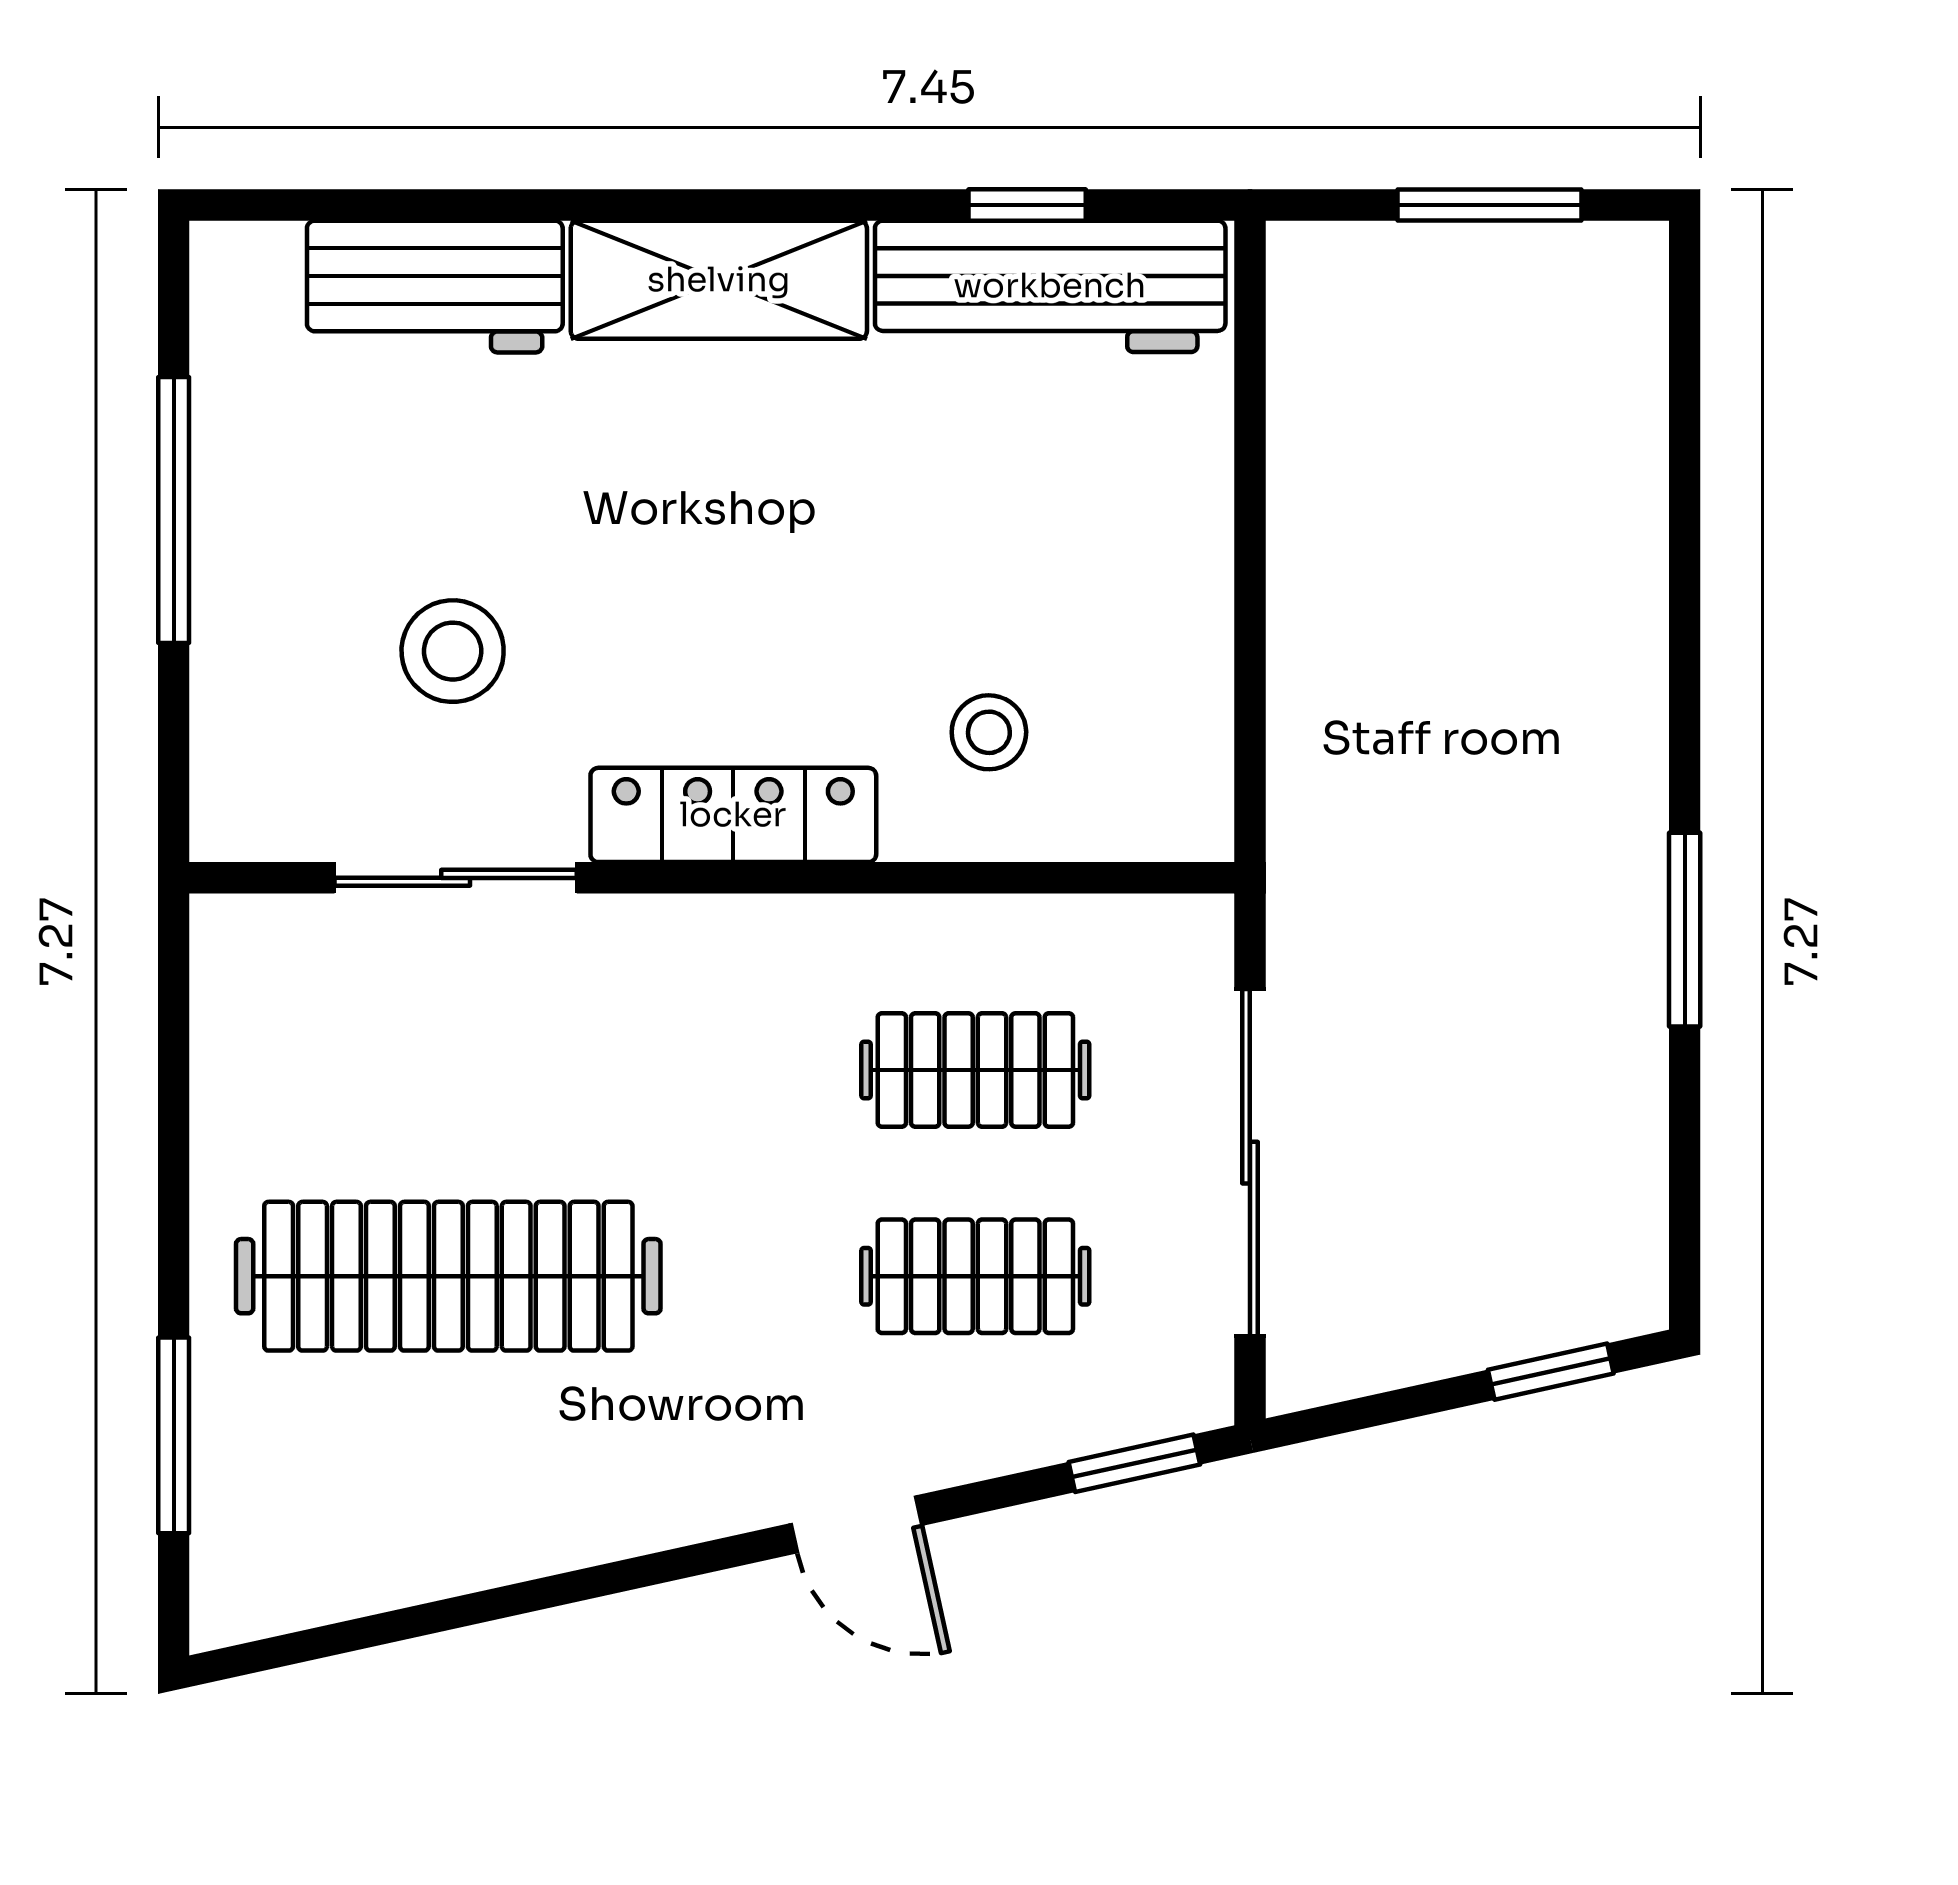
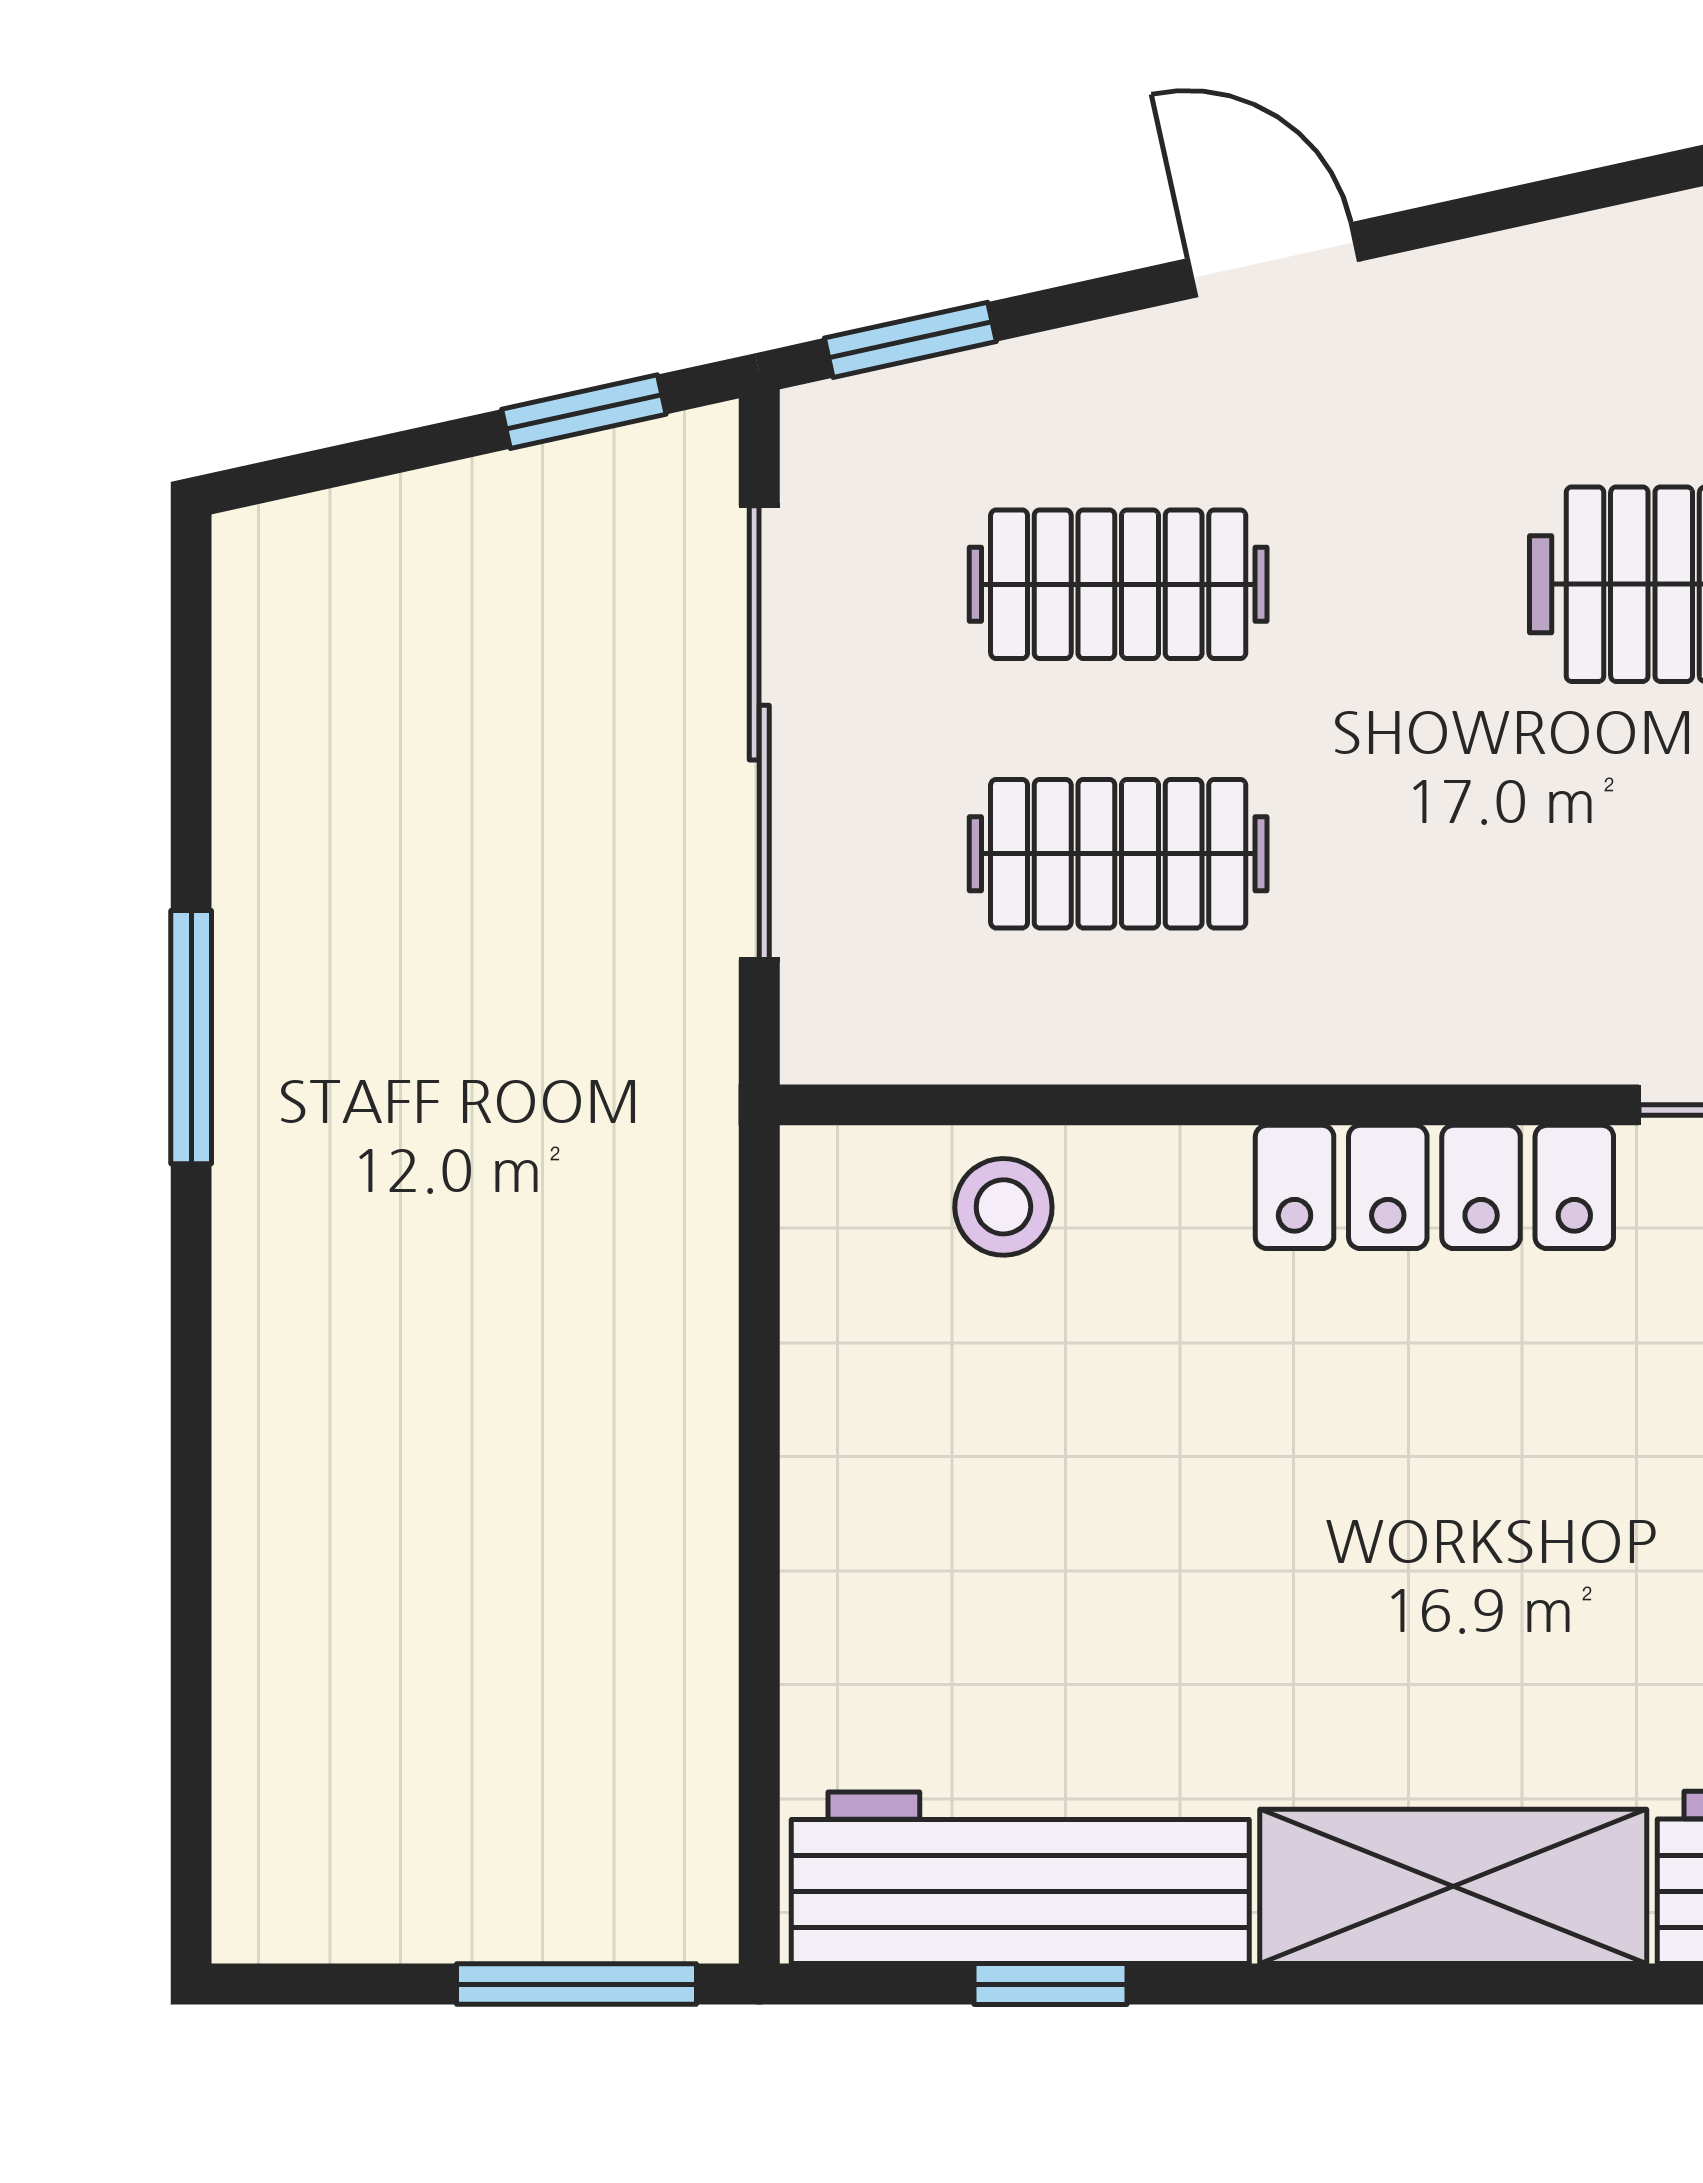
window: (1489, 205) -> (576, 1984), moved
stool: (989, 732) -> (1003, 1207), moved
window: (1551, 1372) -> (584, 412), moved

